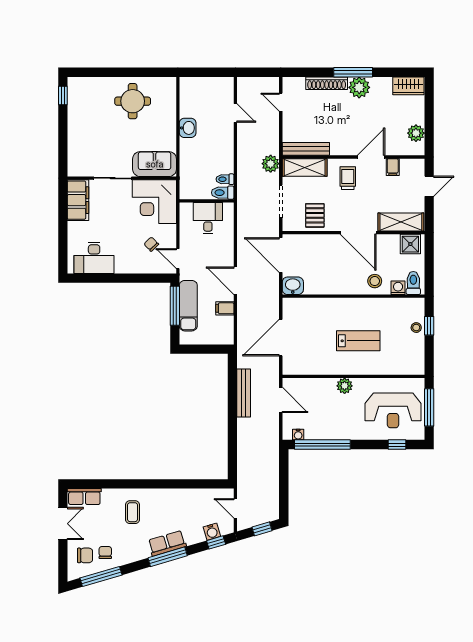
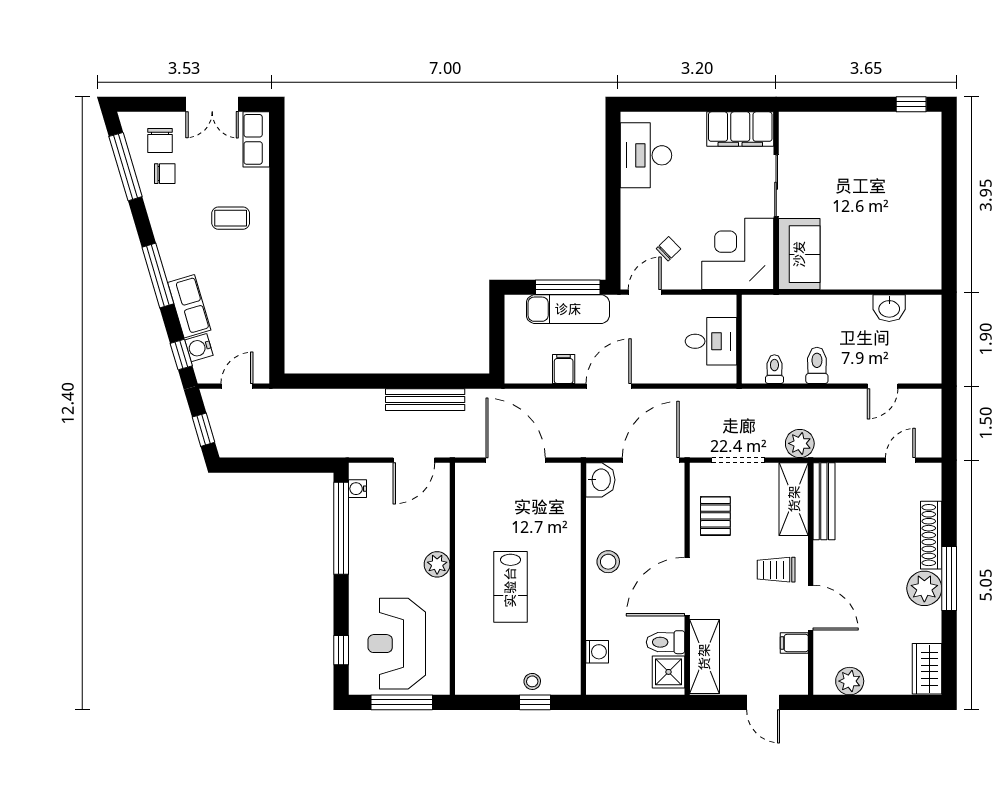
round table: (133, 101) -> (902, 218), removed
washbasin: (188, 128) -> (889, 308), moved
trolley: (348, 178) -> (776, 570), turned 180
toilet: (223, 193) -> (817, 365), moved
pallet: (315, 215) -> (715, 516), turned 90
stool: (375, 281) -> (608, 562), moved
toilet: (413, 283) -> (666, 642), moved, turned 180
row of seats: (167, 543) -> (189, 306), moved

